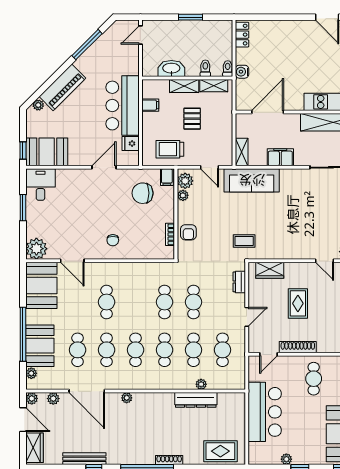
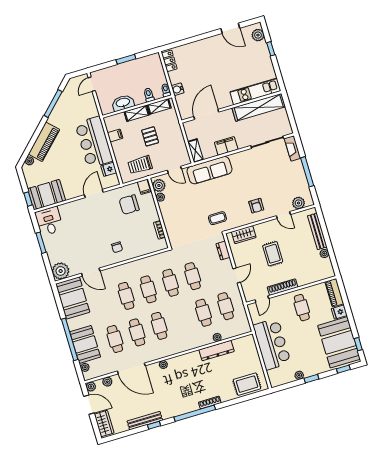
armchair: (188, 232) -> (256, 206), moved
cafe table: (165, 350) -> (148, 289), moved

